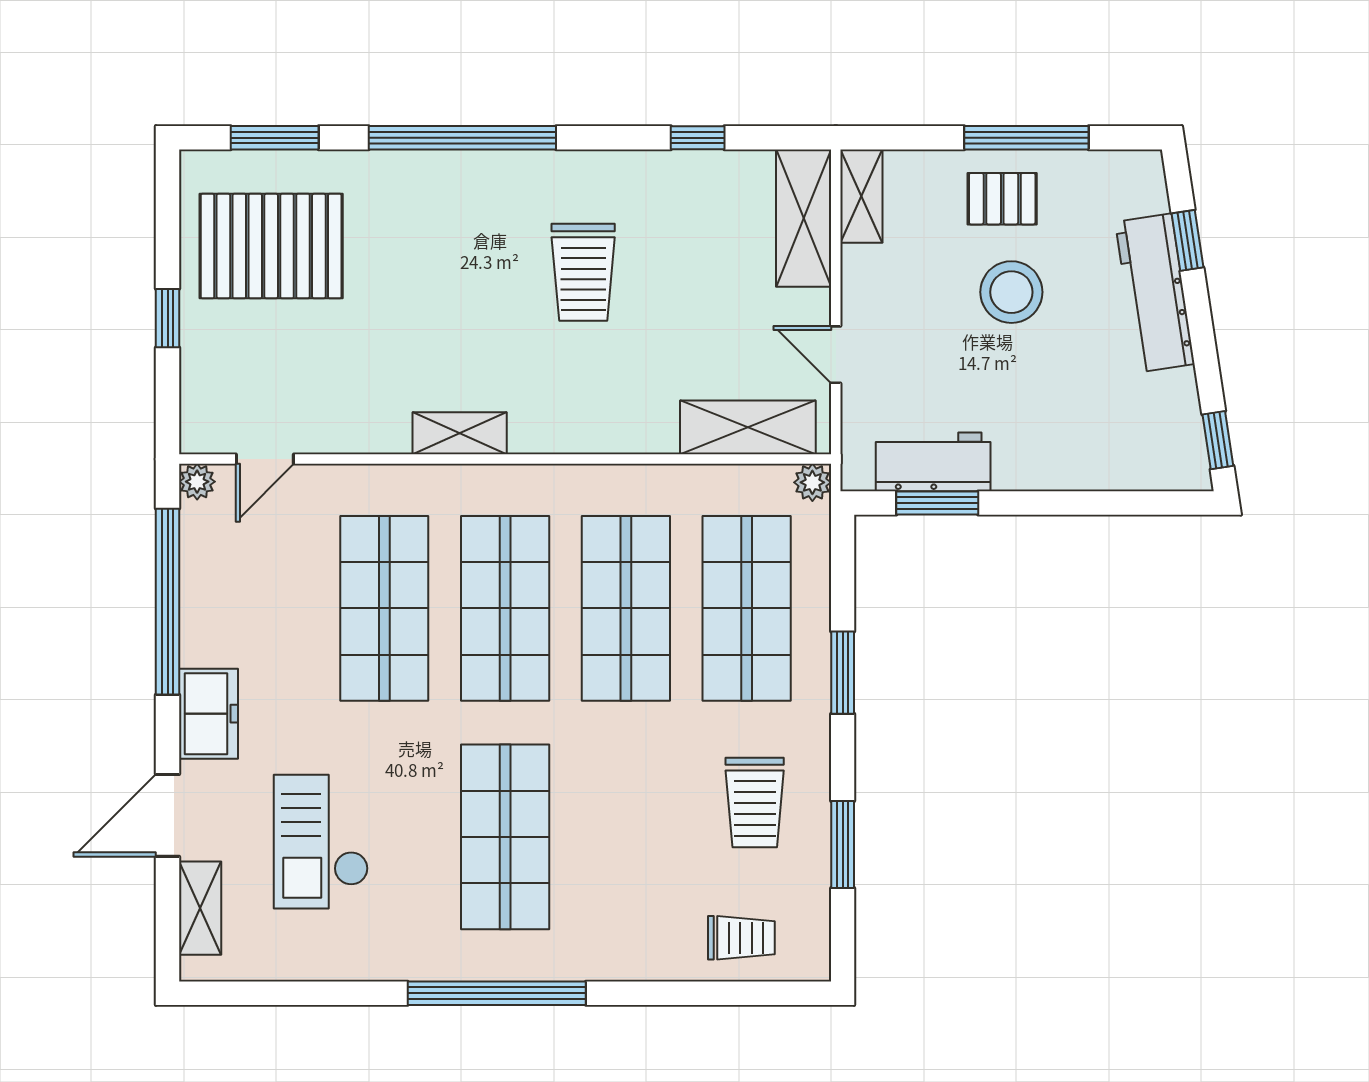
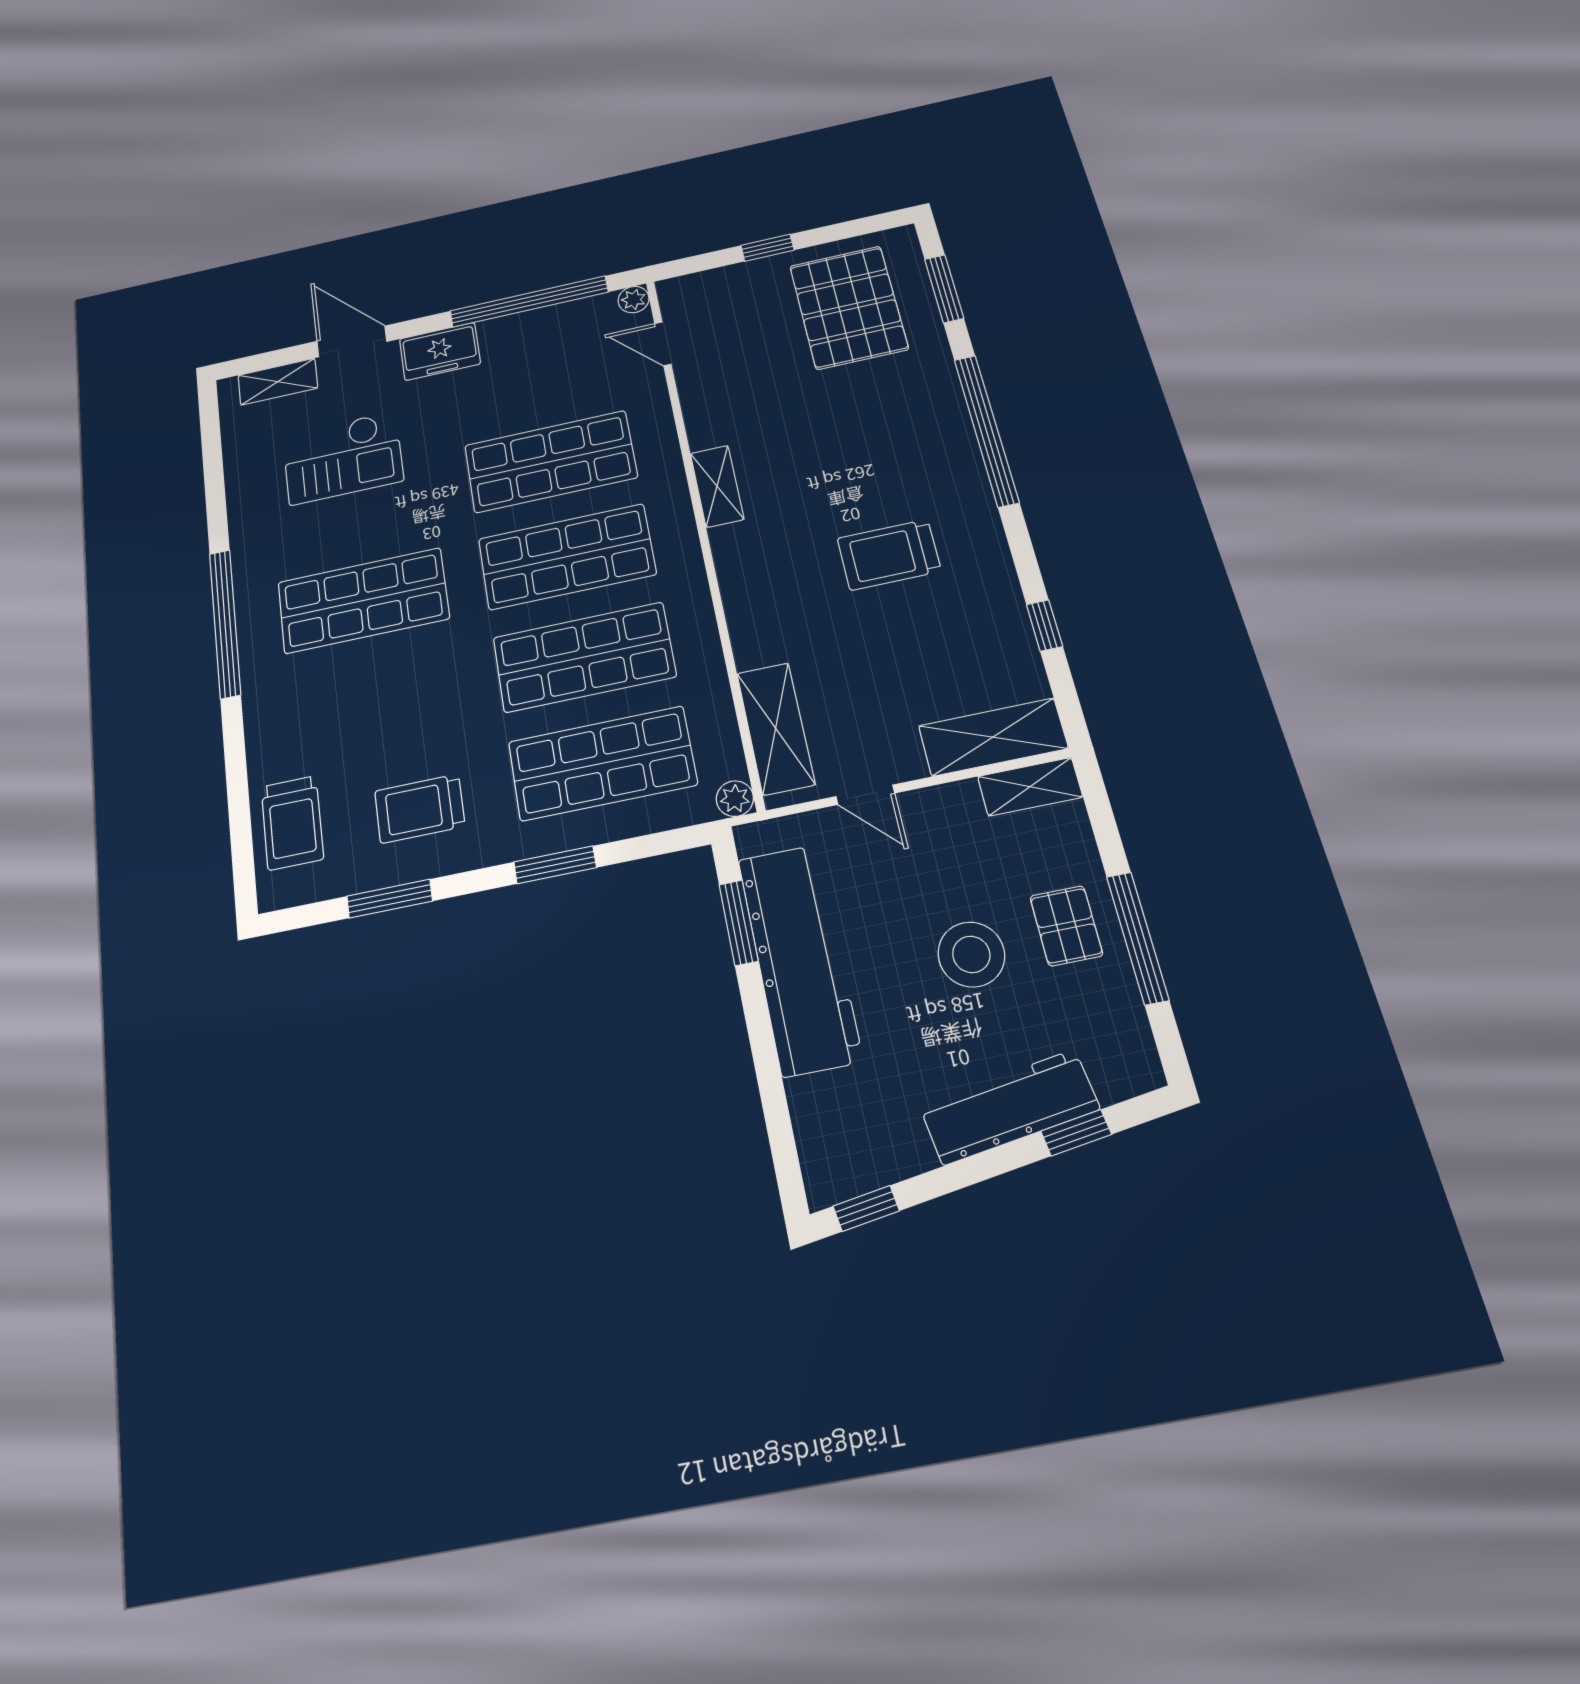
door: (836, 355) -> (865, 795), swing flipped
workbench: (933, 462) -> (799, 959), width x1.88, depth x1.32
checkout: (321, 842) -> (343, 458), turned 180
trolley: (741, 938) -> (292, 823), width x1.36, depth x1.39

